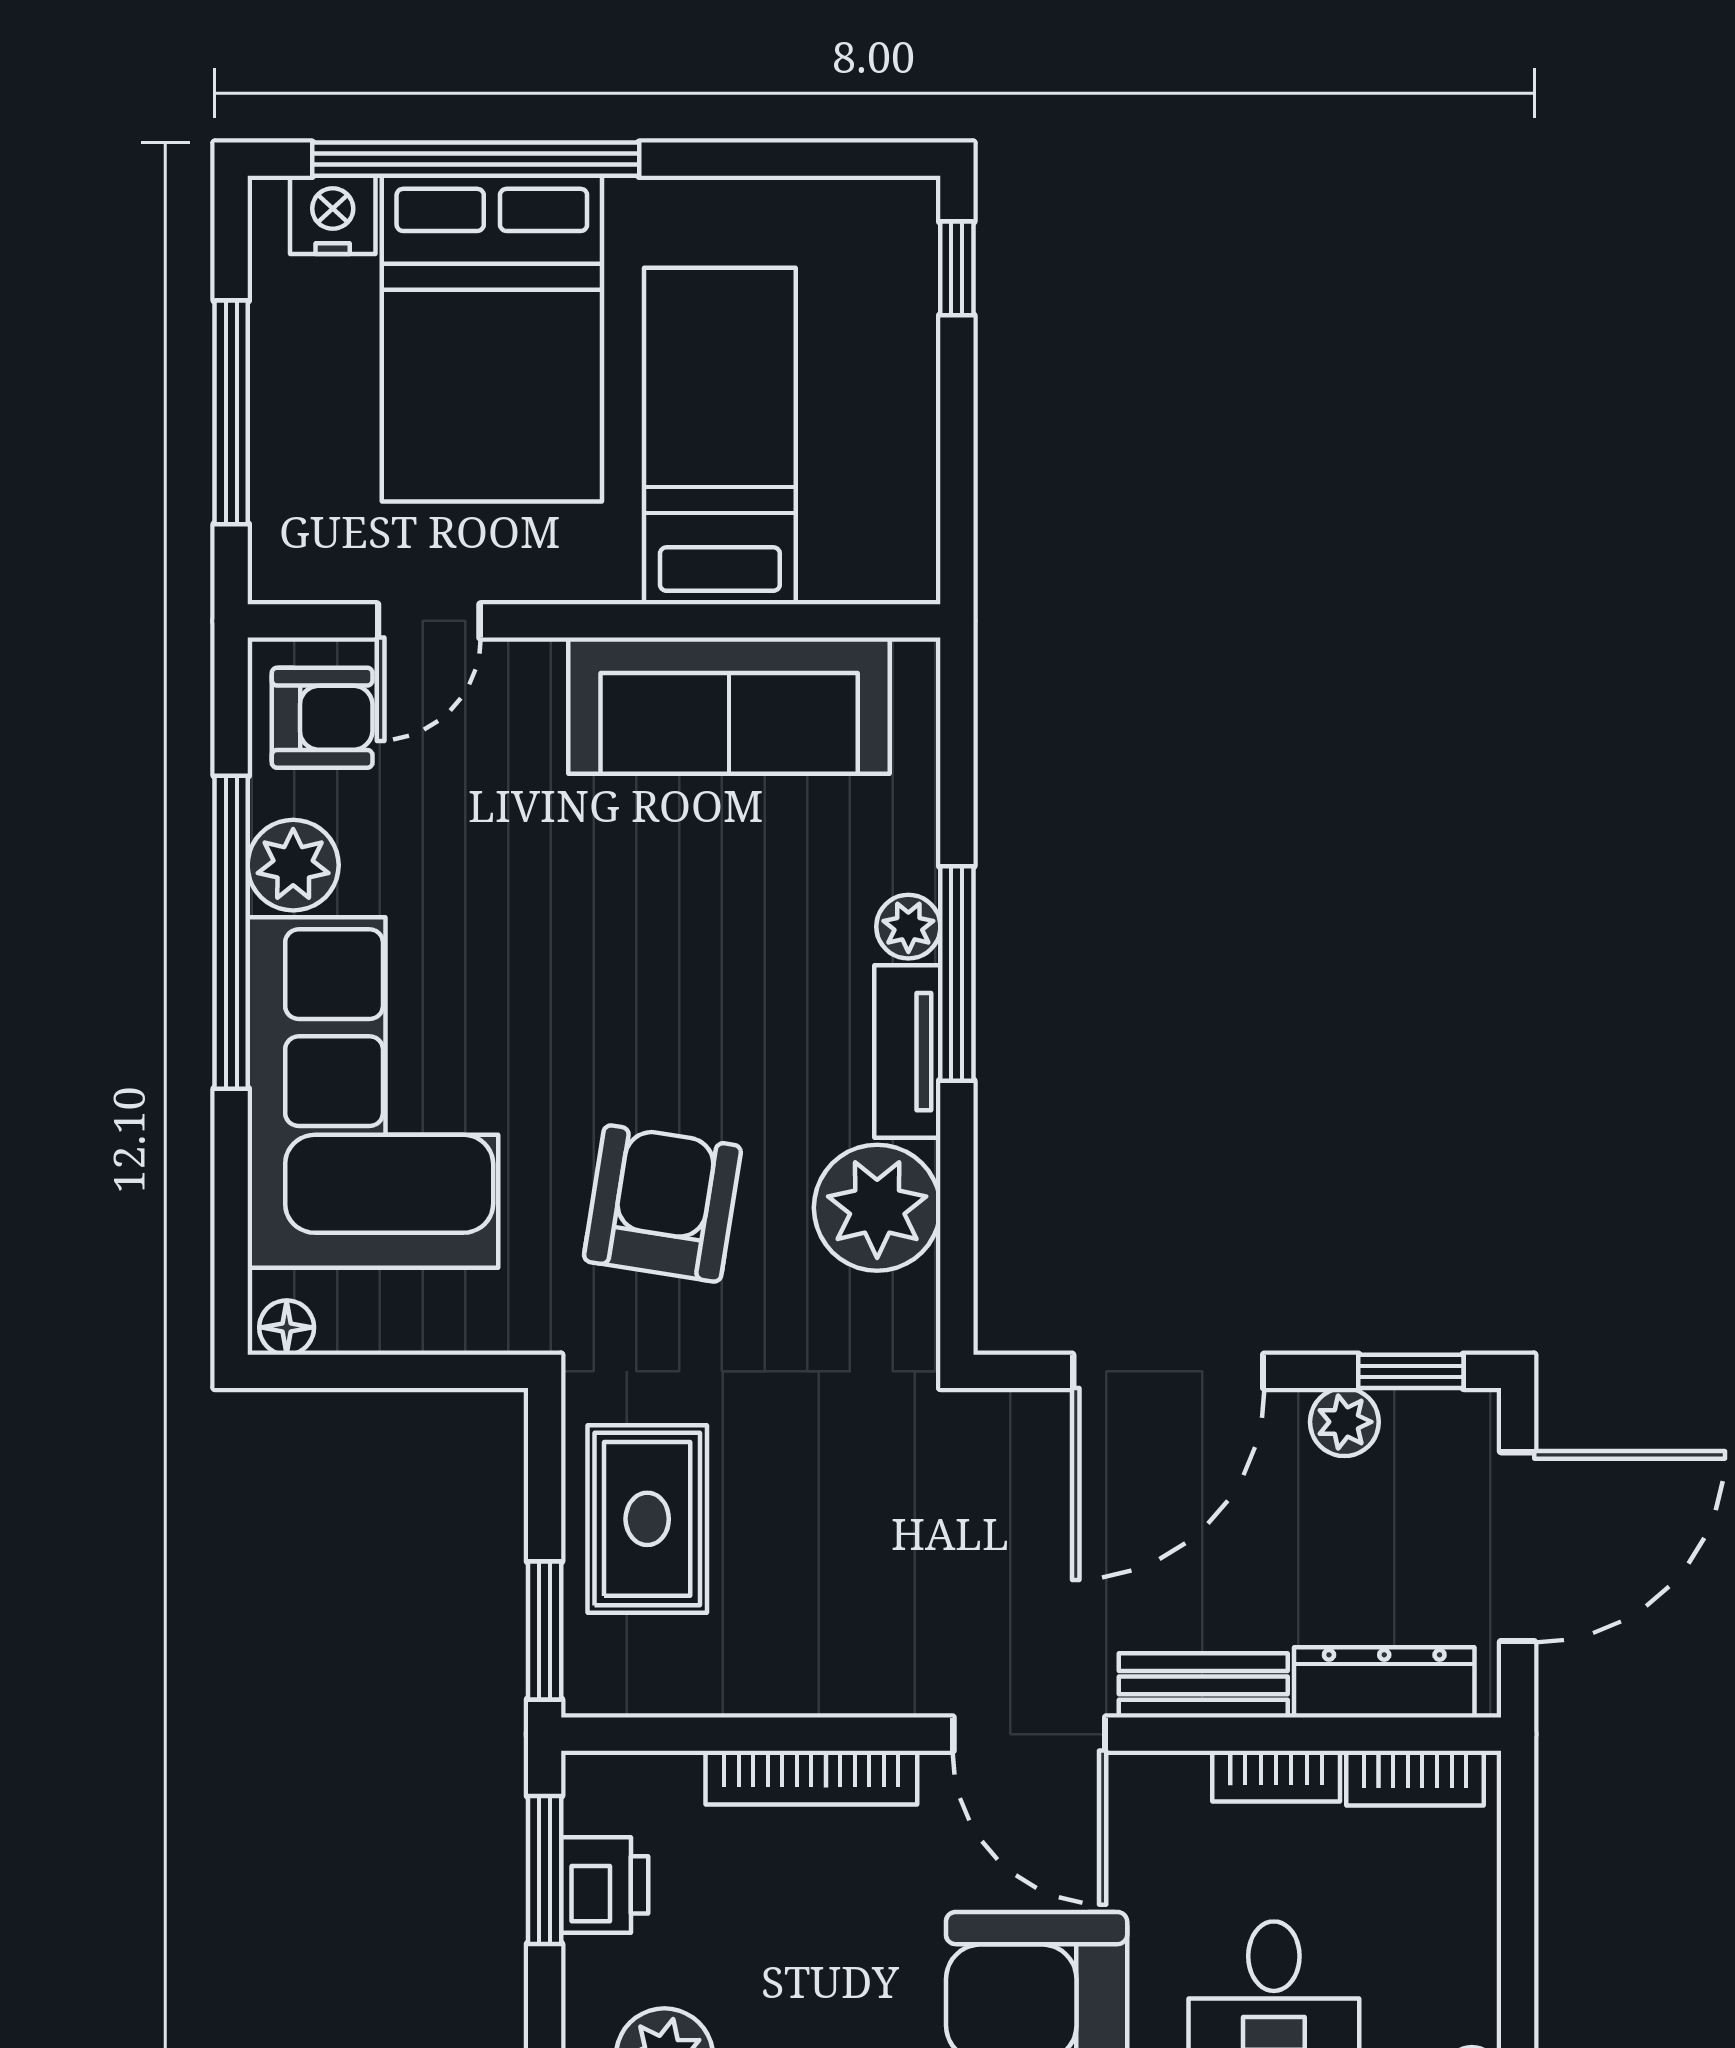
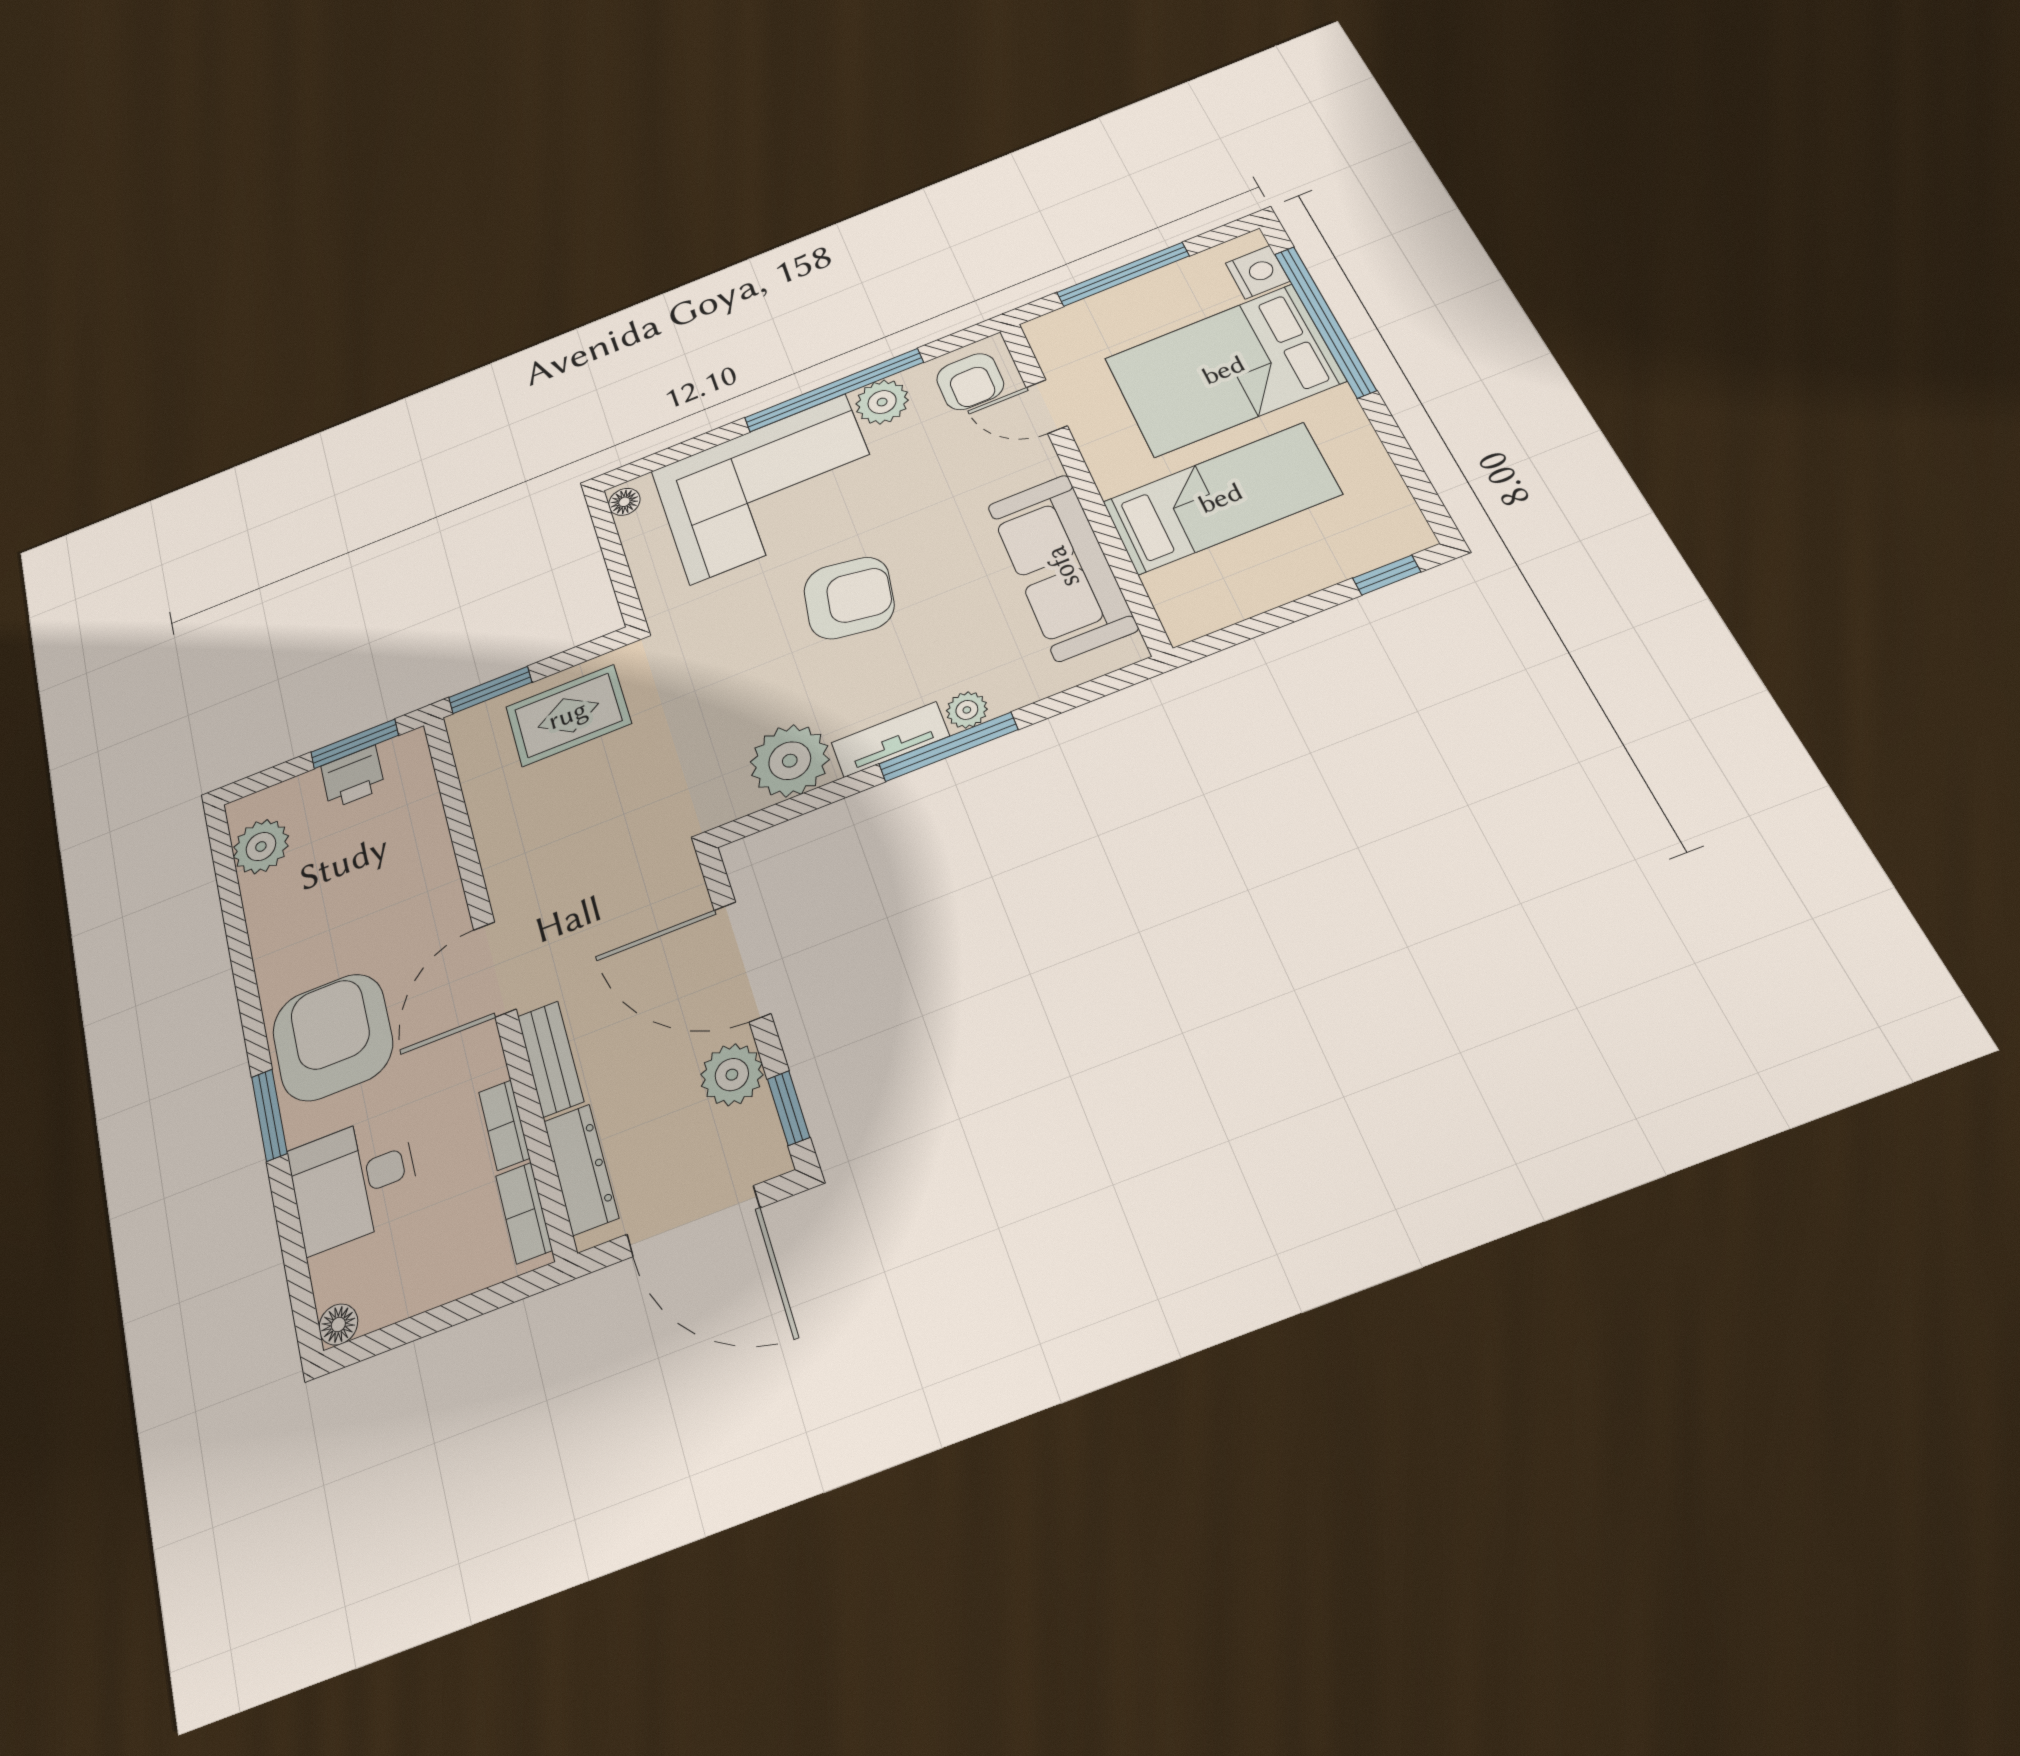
armchair: (662, 1204) -> (849, 598), moved
plant: (1344, 1422) -> (732, 1075), width x1.38, depth x1.38
bookcase: (811, 1778) -> (440, 860), removed

